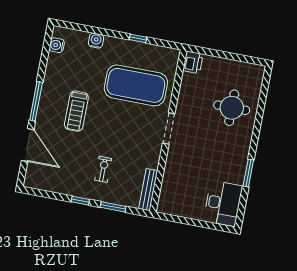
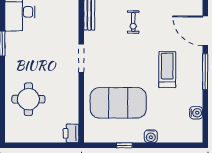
water cooler: (96, 41) -> (151, 136), moved
water cooler: (57, 45) -> (196, 113), moved
doorway: (169, 129) -> (81, 58), moved

